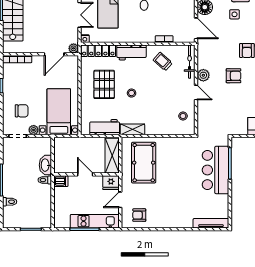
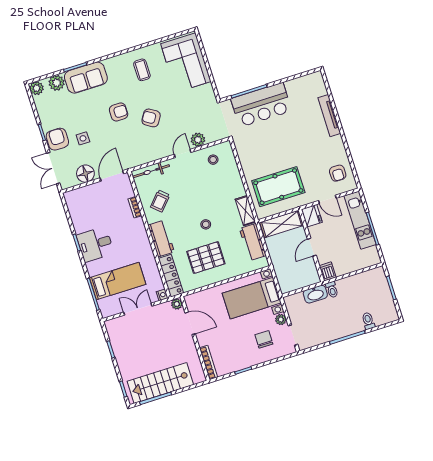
plant: (203, 75) -> (198, 140), moved
armchair: (234, 76) -> (151, 118), turned -58
tv unit: (211, 223) -> (329, 116), moved

